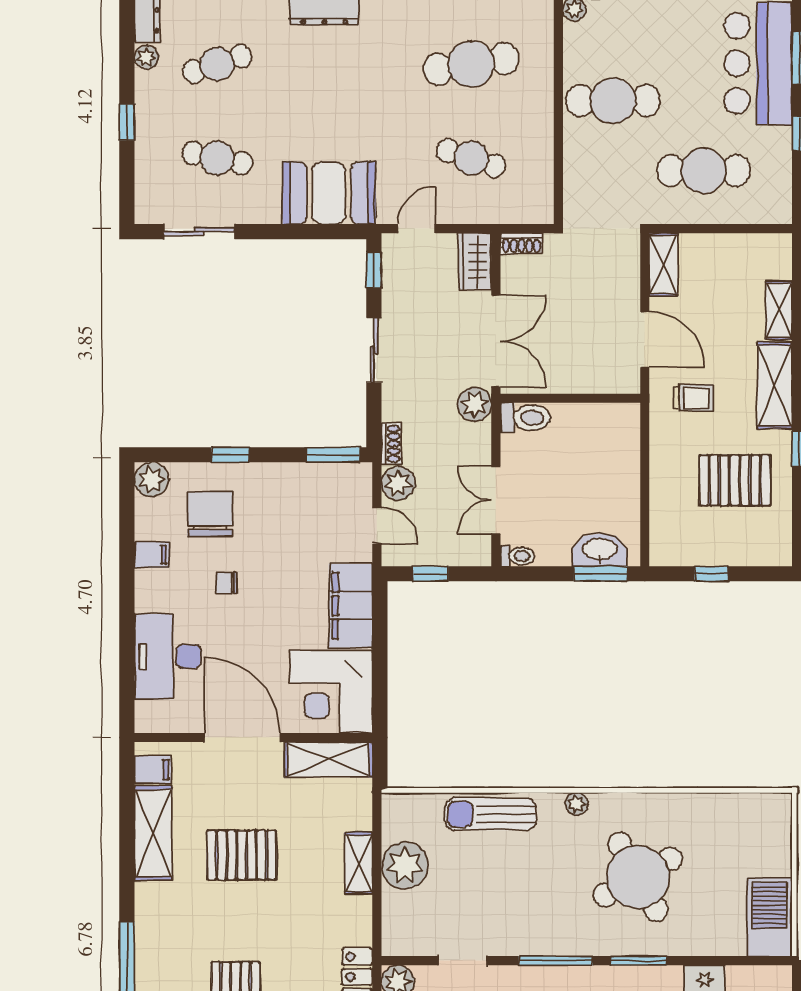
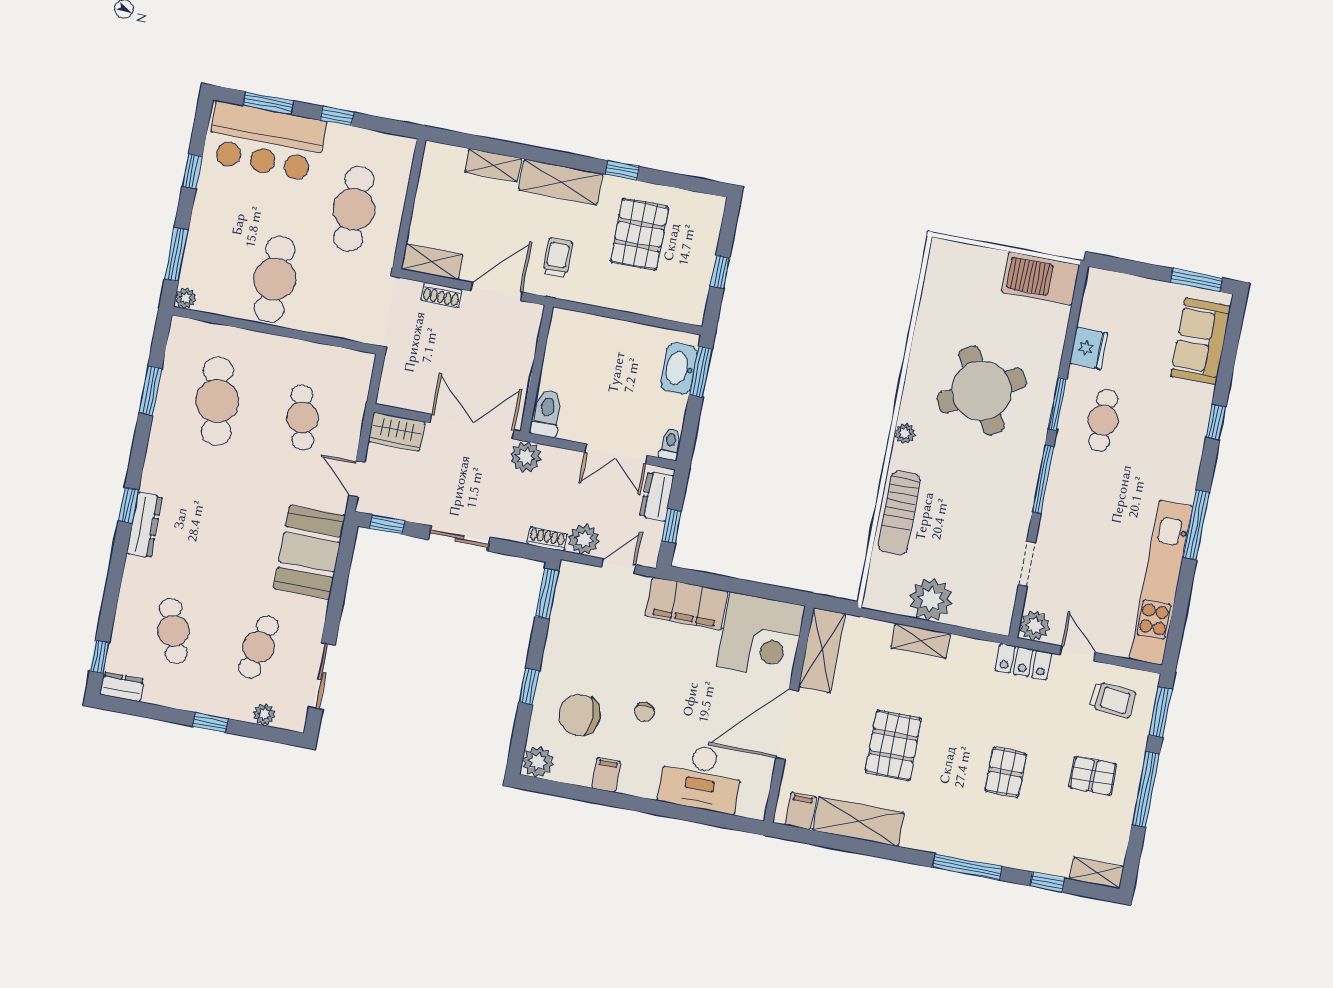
plant: (146, 57) -> (264, 715), moved
cafe table: (471, 158) -> (302, 417), turned -30
shoe rack: (521, 243) -> (441, 295), moved, turned 90
dresser: (459, 552) -> (657, 496), added

